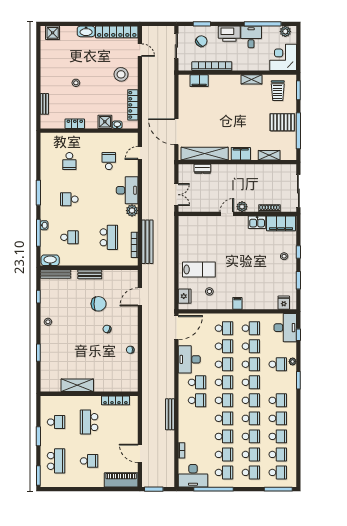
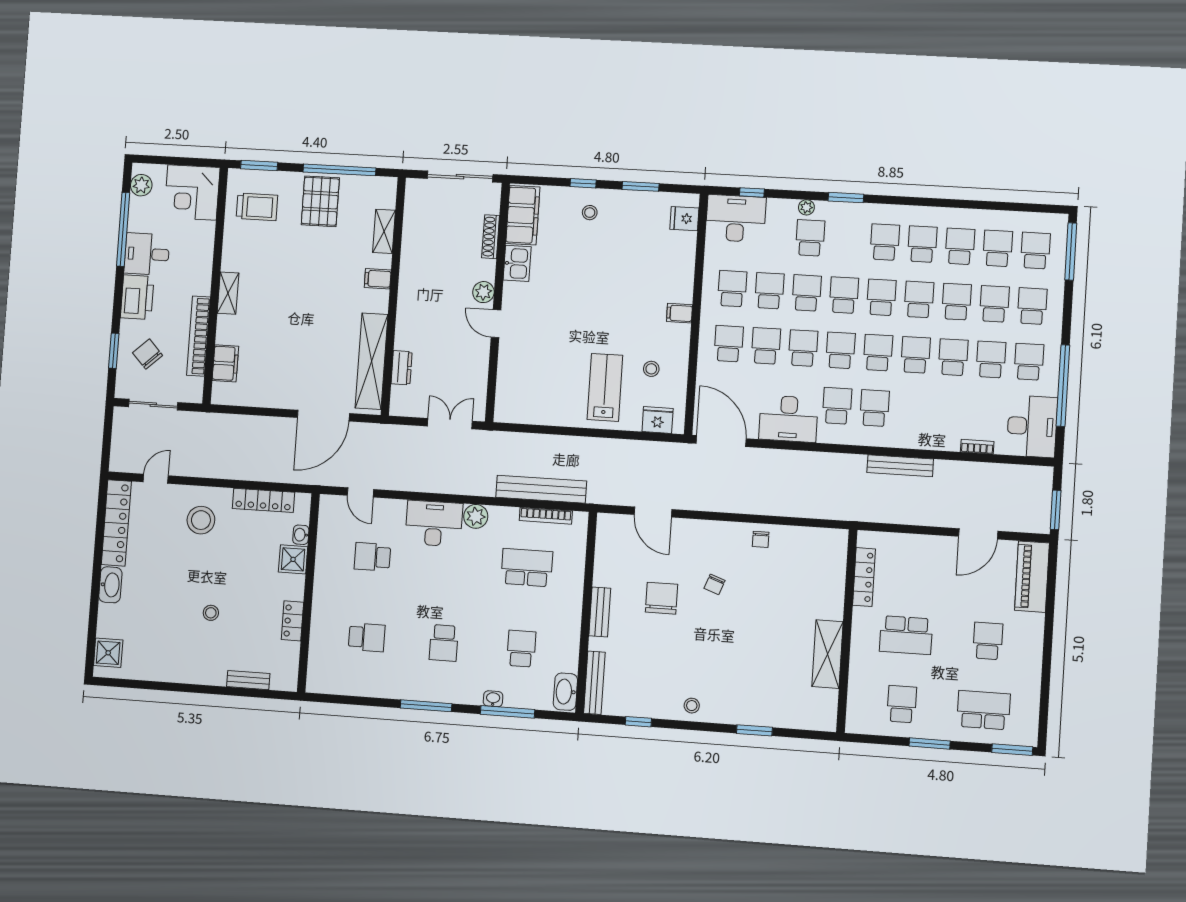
shelving: (252, 79) -> (228, 293), moved
filing cabinet: (241, 154) -> (378, 279), width x0.50

